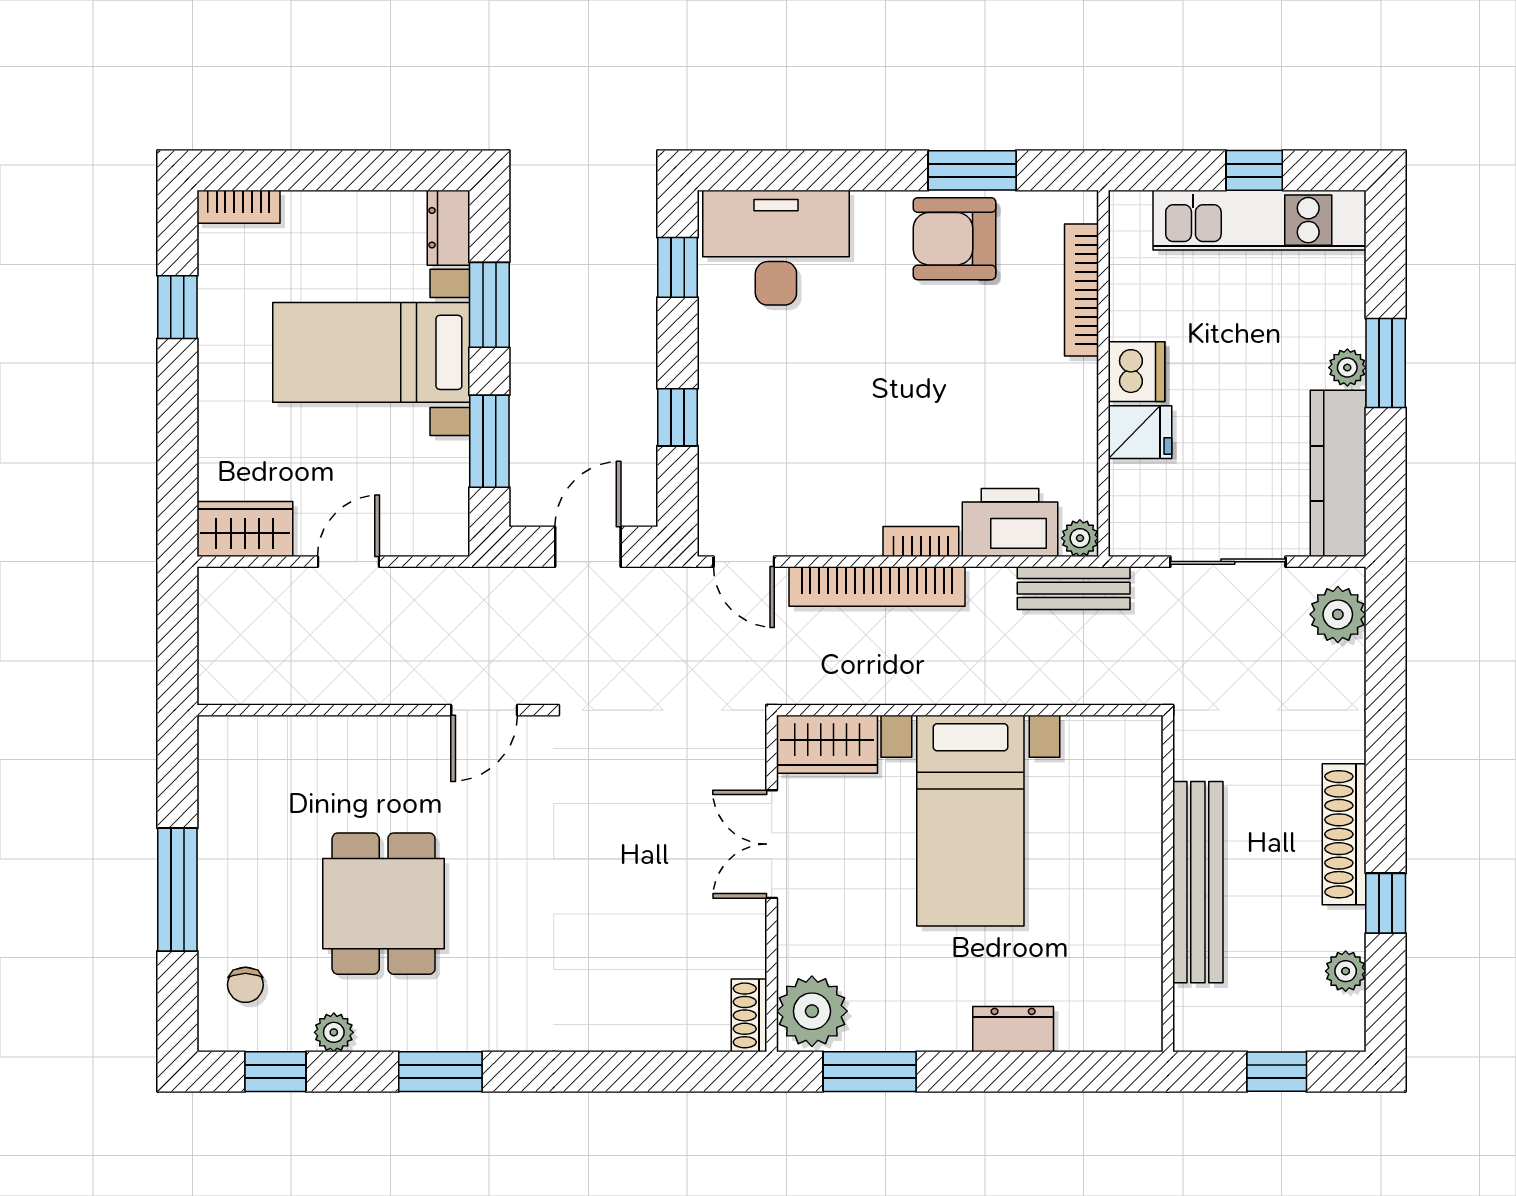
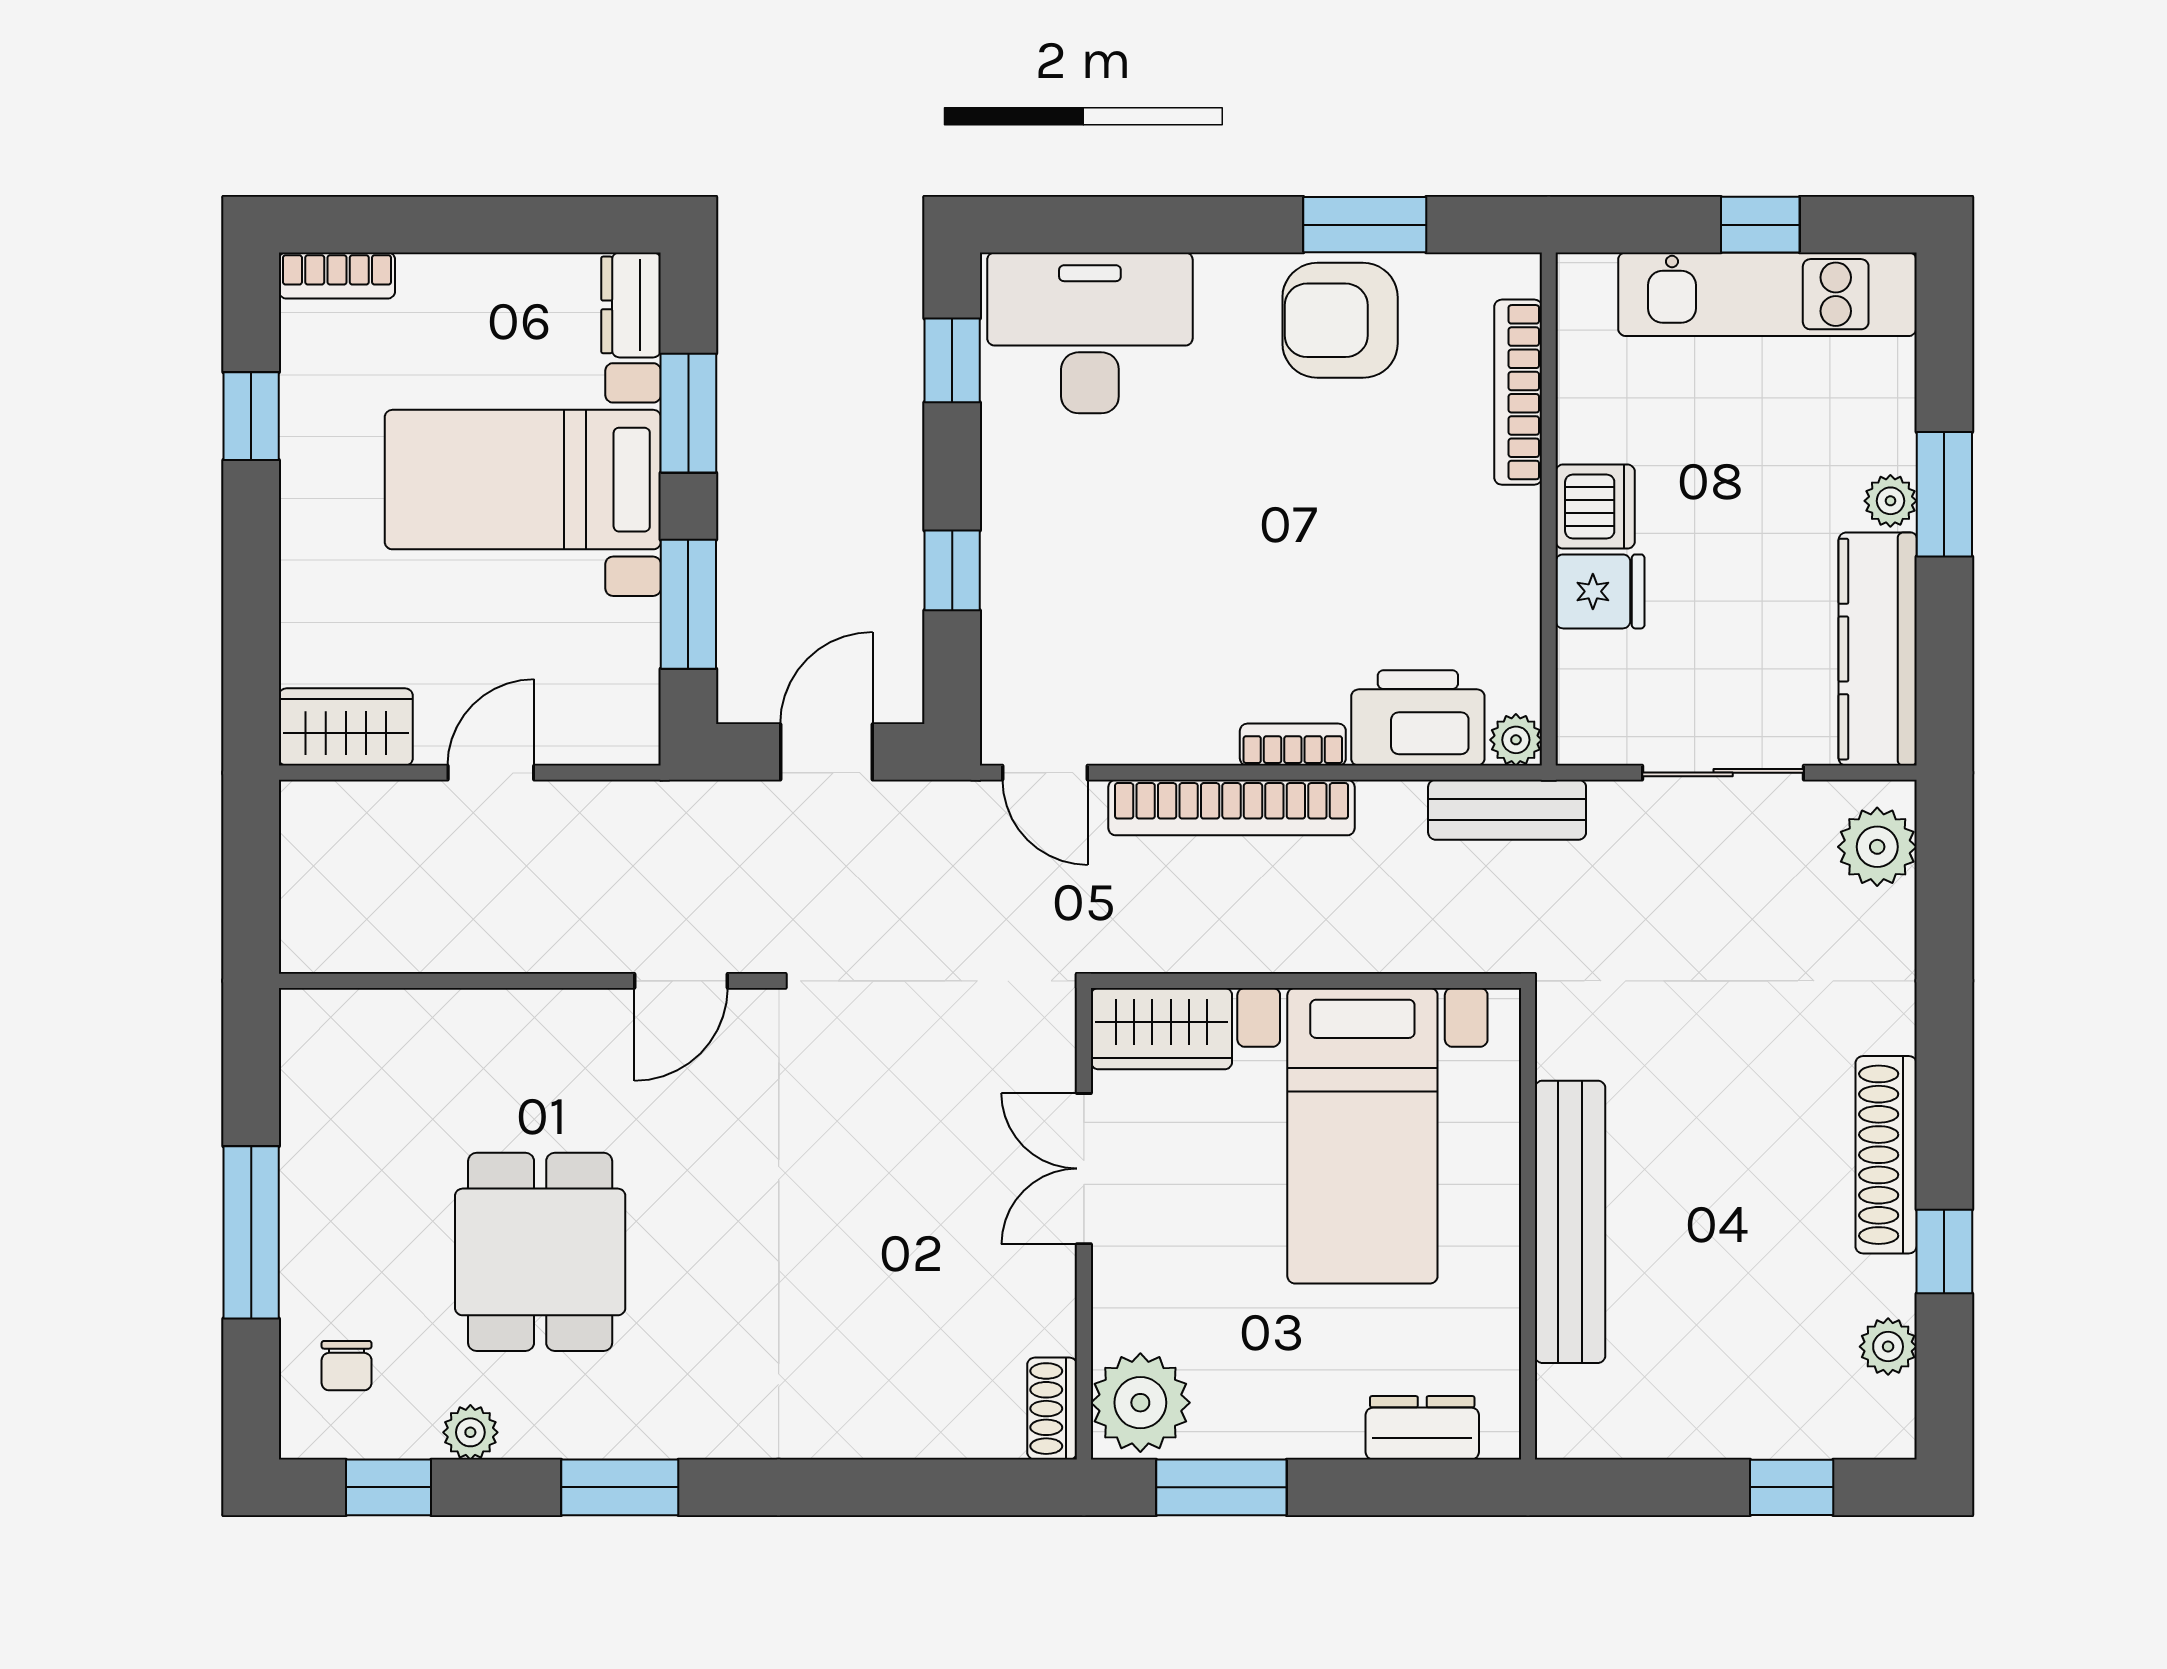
bench: (1198, 882) -> (1570, 1222), moved
wall: (1168, 883) -> (1528, 1224), moved

